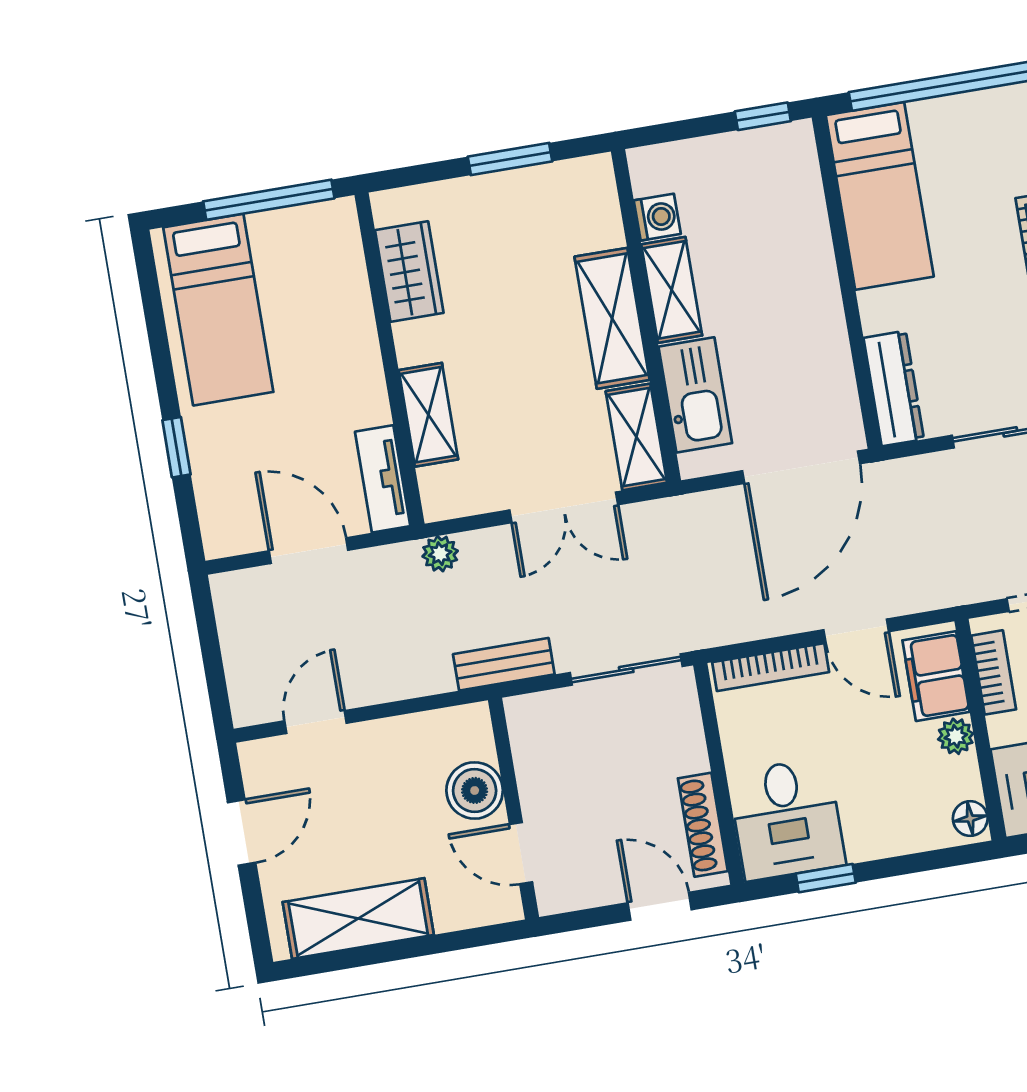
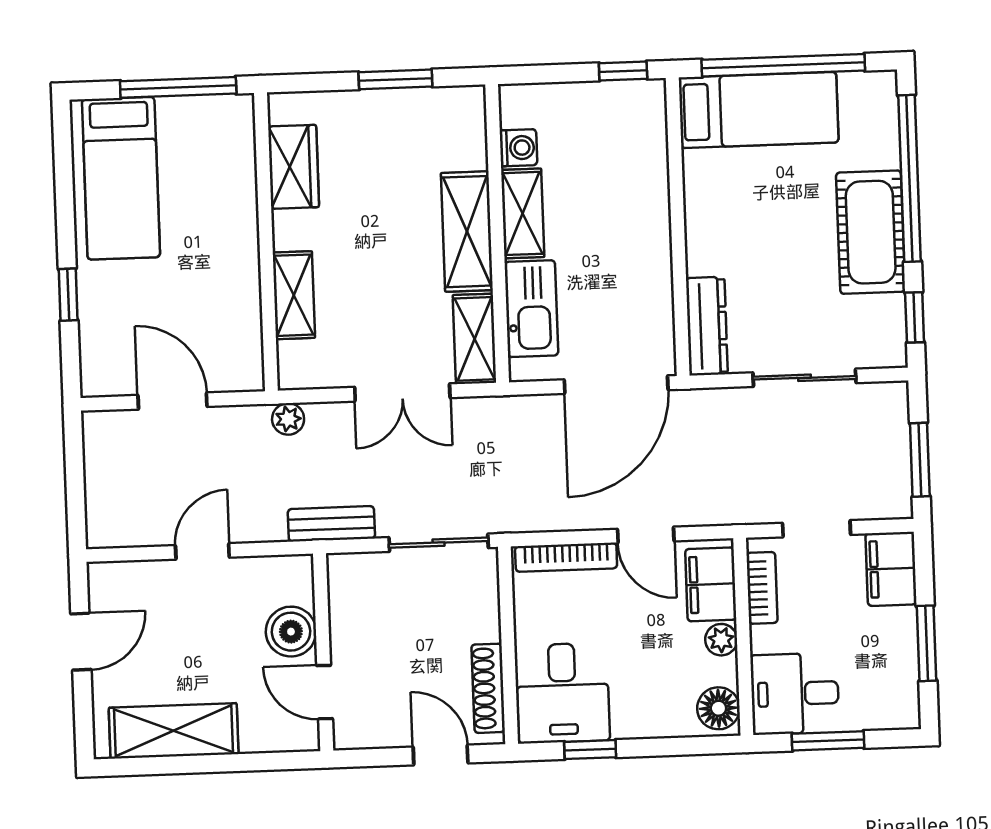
bed: (880, 196) -> (759, 110), moved, turned -90
tv unit: (383, 479) -> (246, 346), removed
door: (315, 722) -> (202, 551), moved
floor lamp: (970, 819) -> (718, 708), width x1.37, depth x1.37

